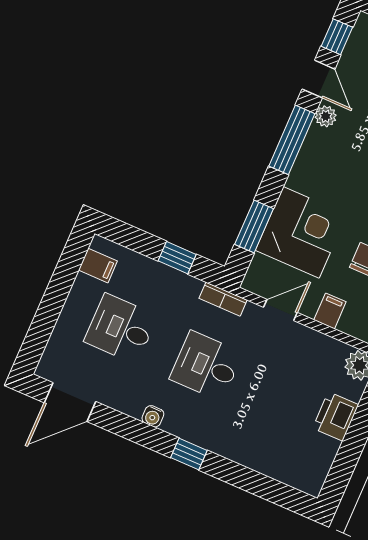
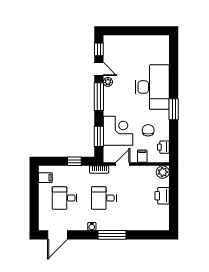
window: (189, 454) -> (112, 235), width x2.17

